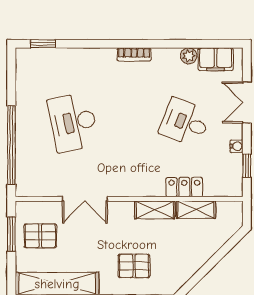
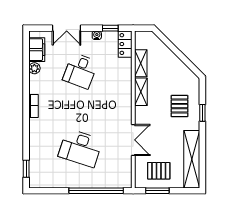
desk: (73, 122) -> (80, 148), turned 30
locker: (184, 187) -> (125, 44), moved
pallet: (40, 236) -> (159, 171), turned 90

